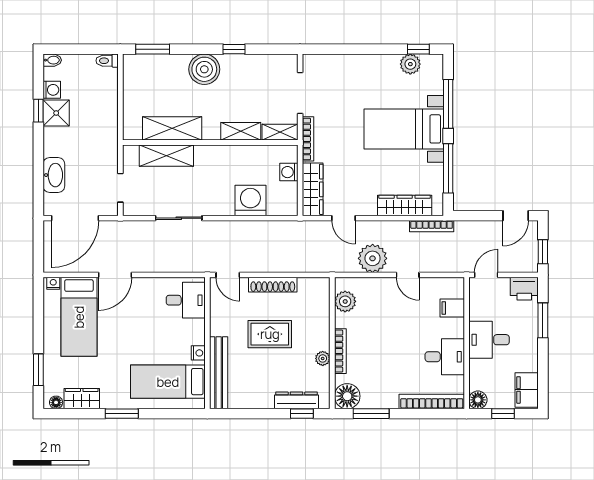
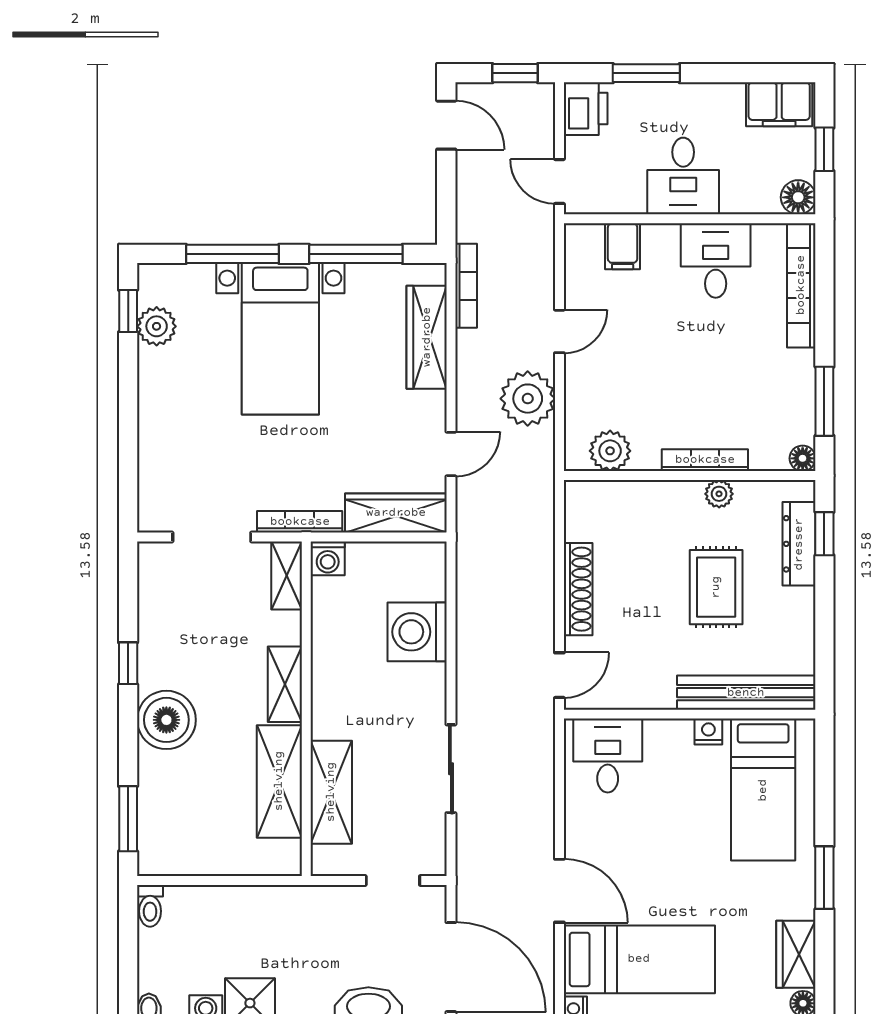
shelving: (241, 131) -> (285, 684), moved
washing machine: (289, 172) -> (328, 558), moved
rug: (270, 334) -> (716, 587), moved
floor lamp: (347, 396) -> (803, 458), width x0.53, depth x0.53

